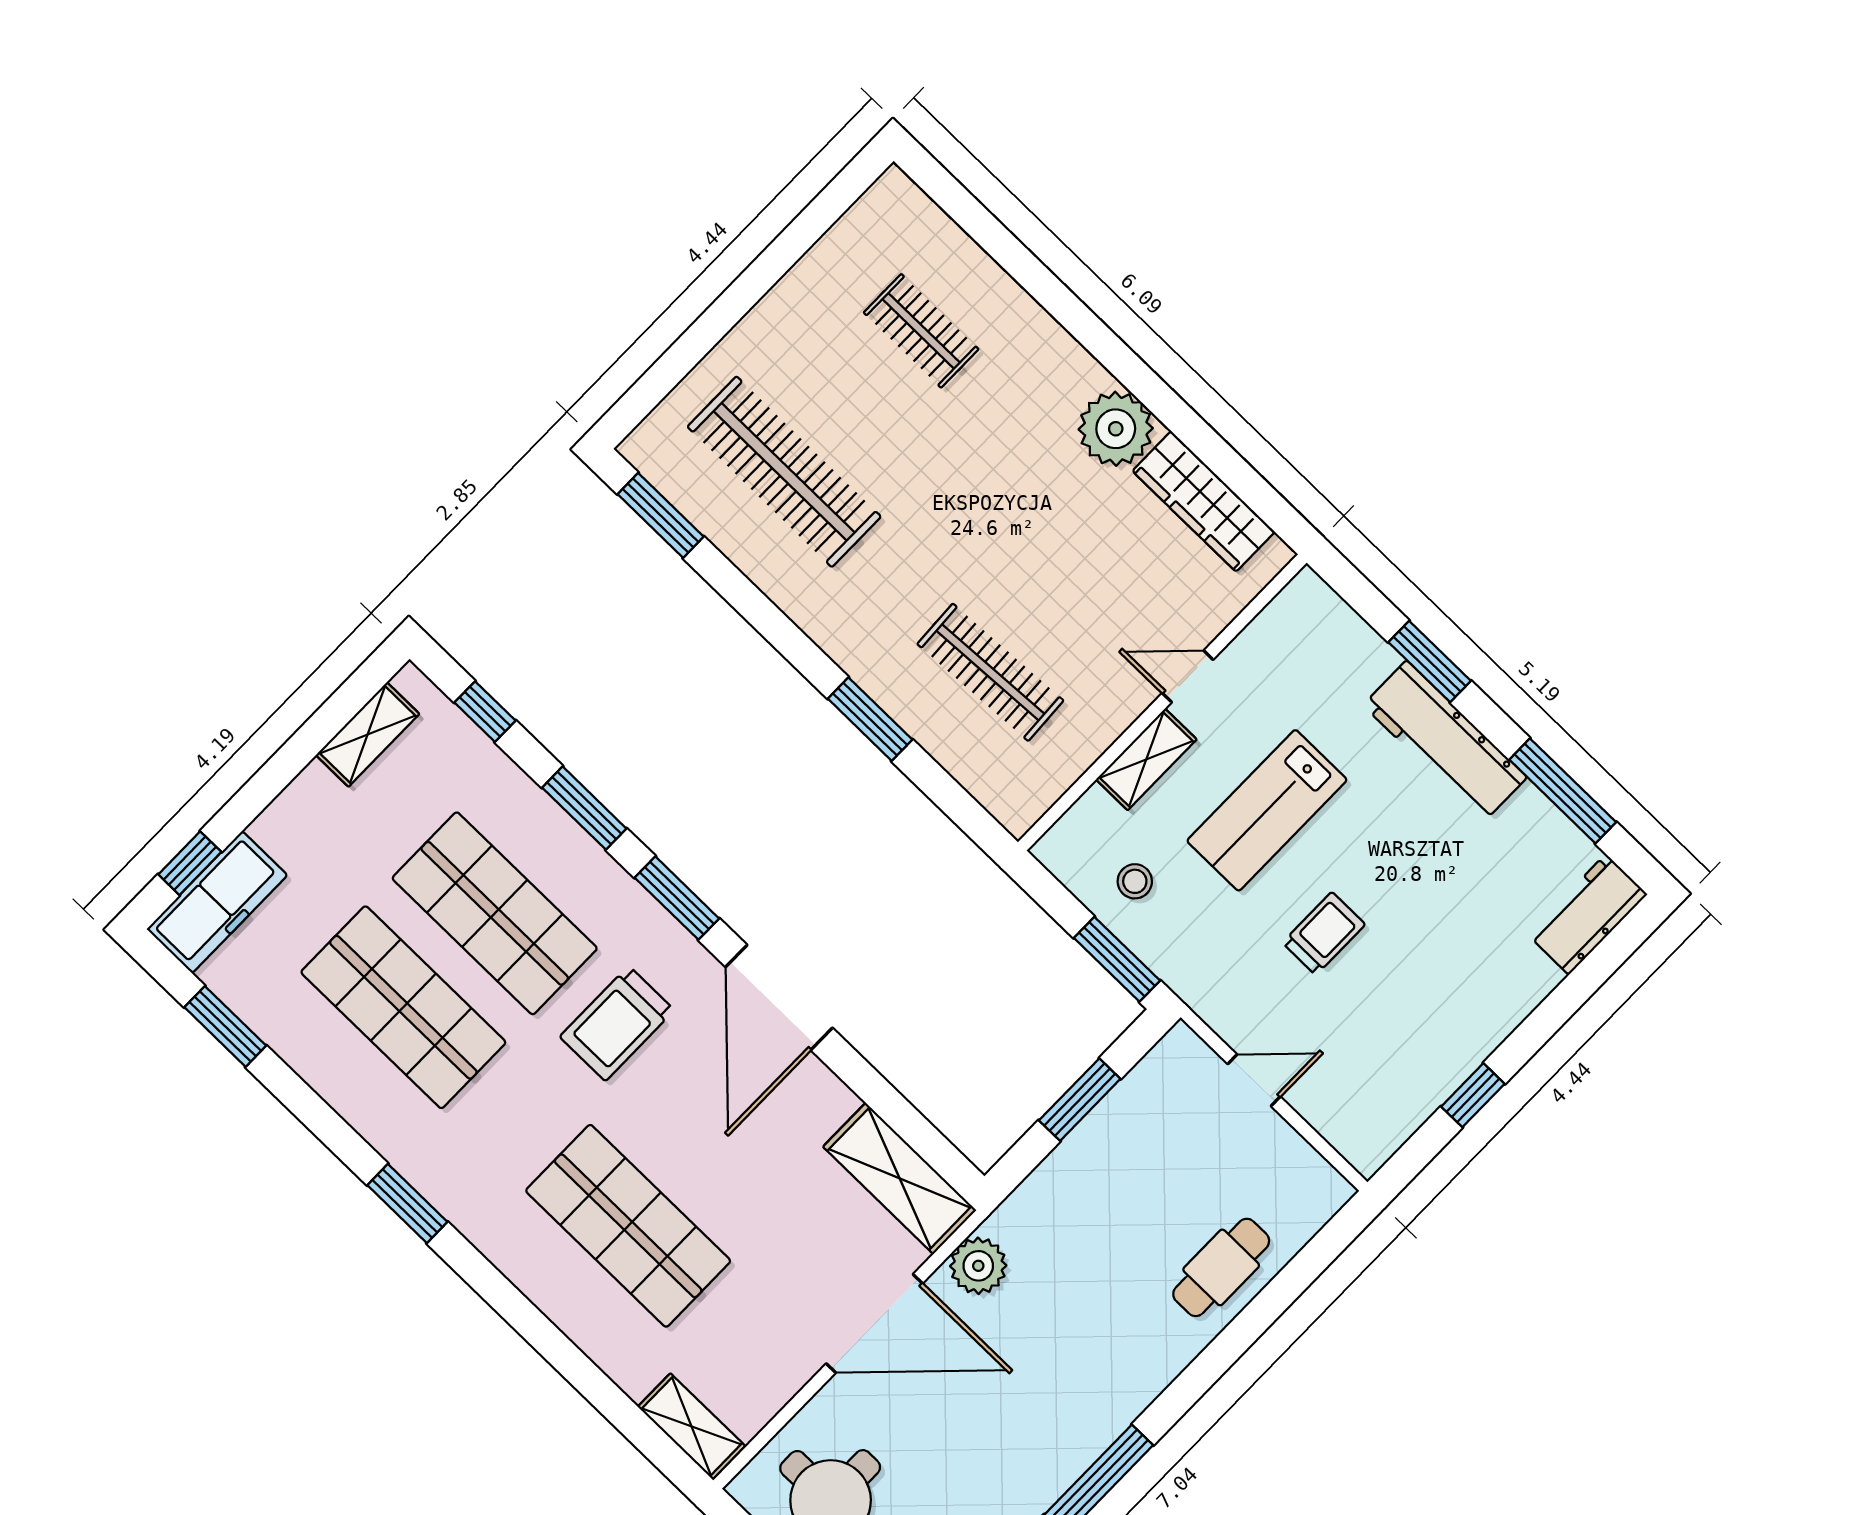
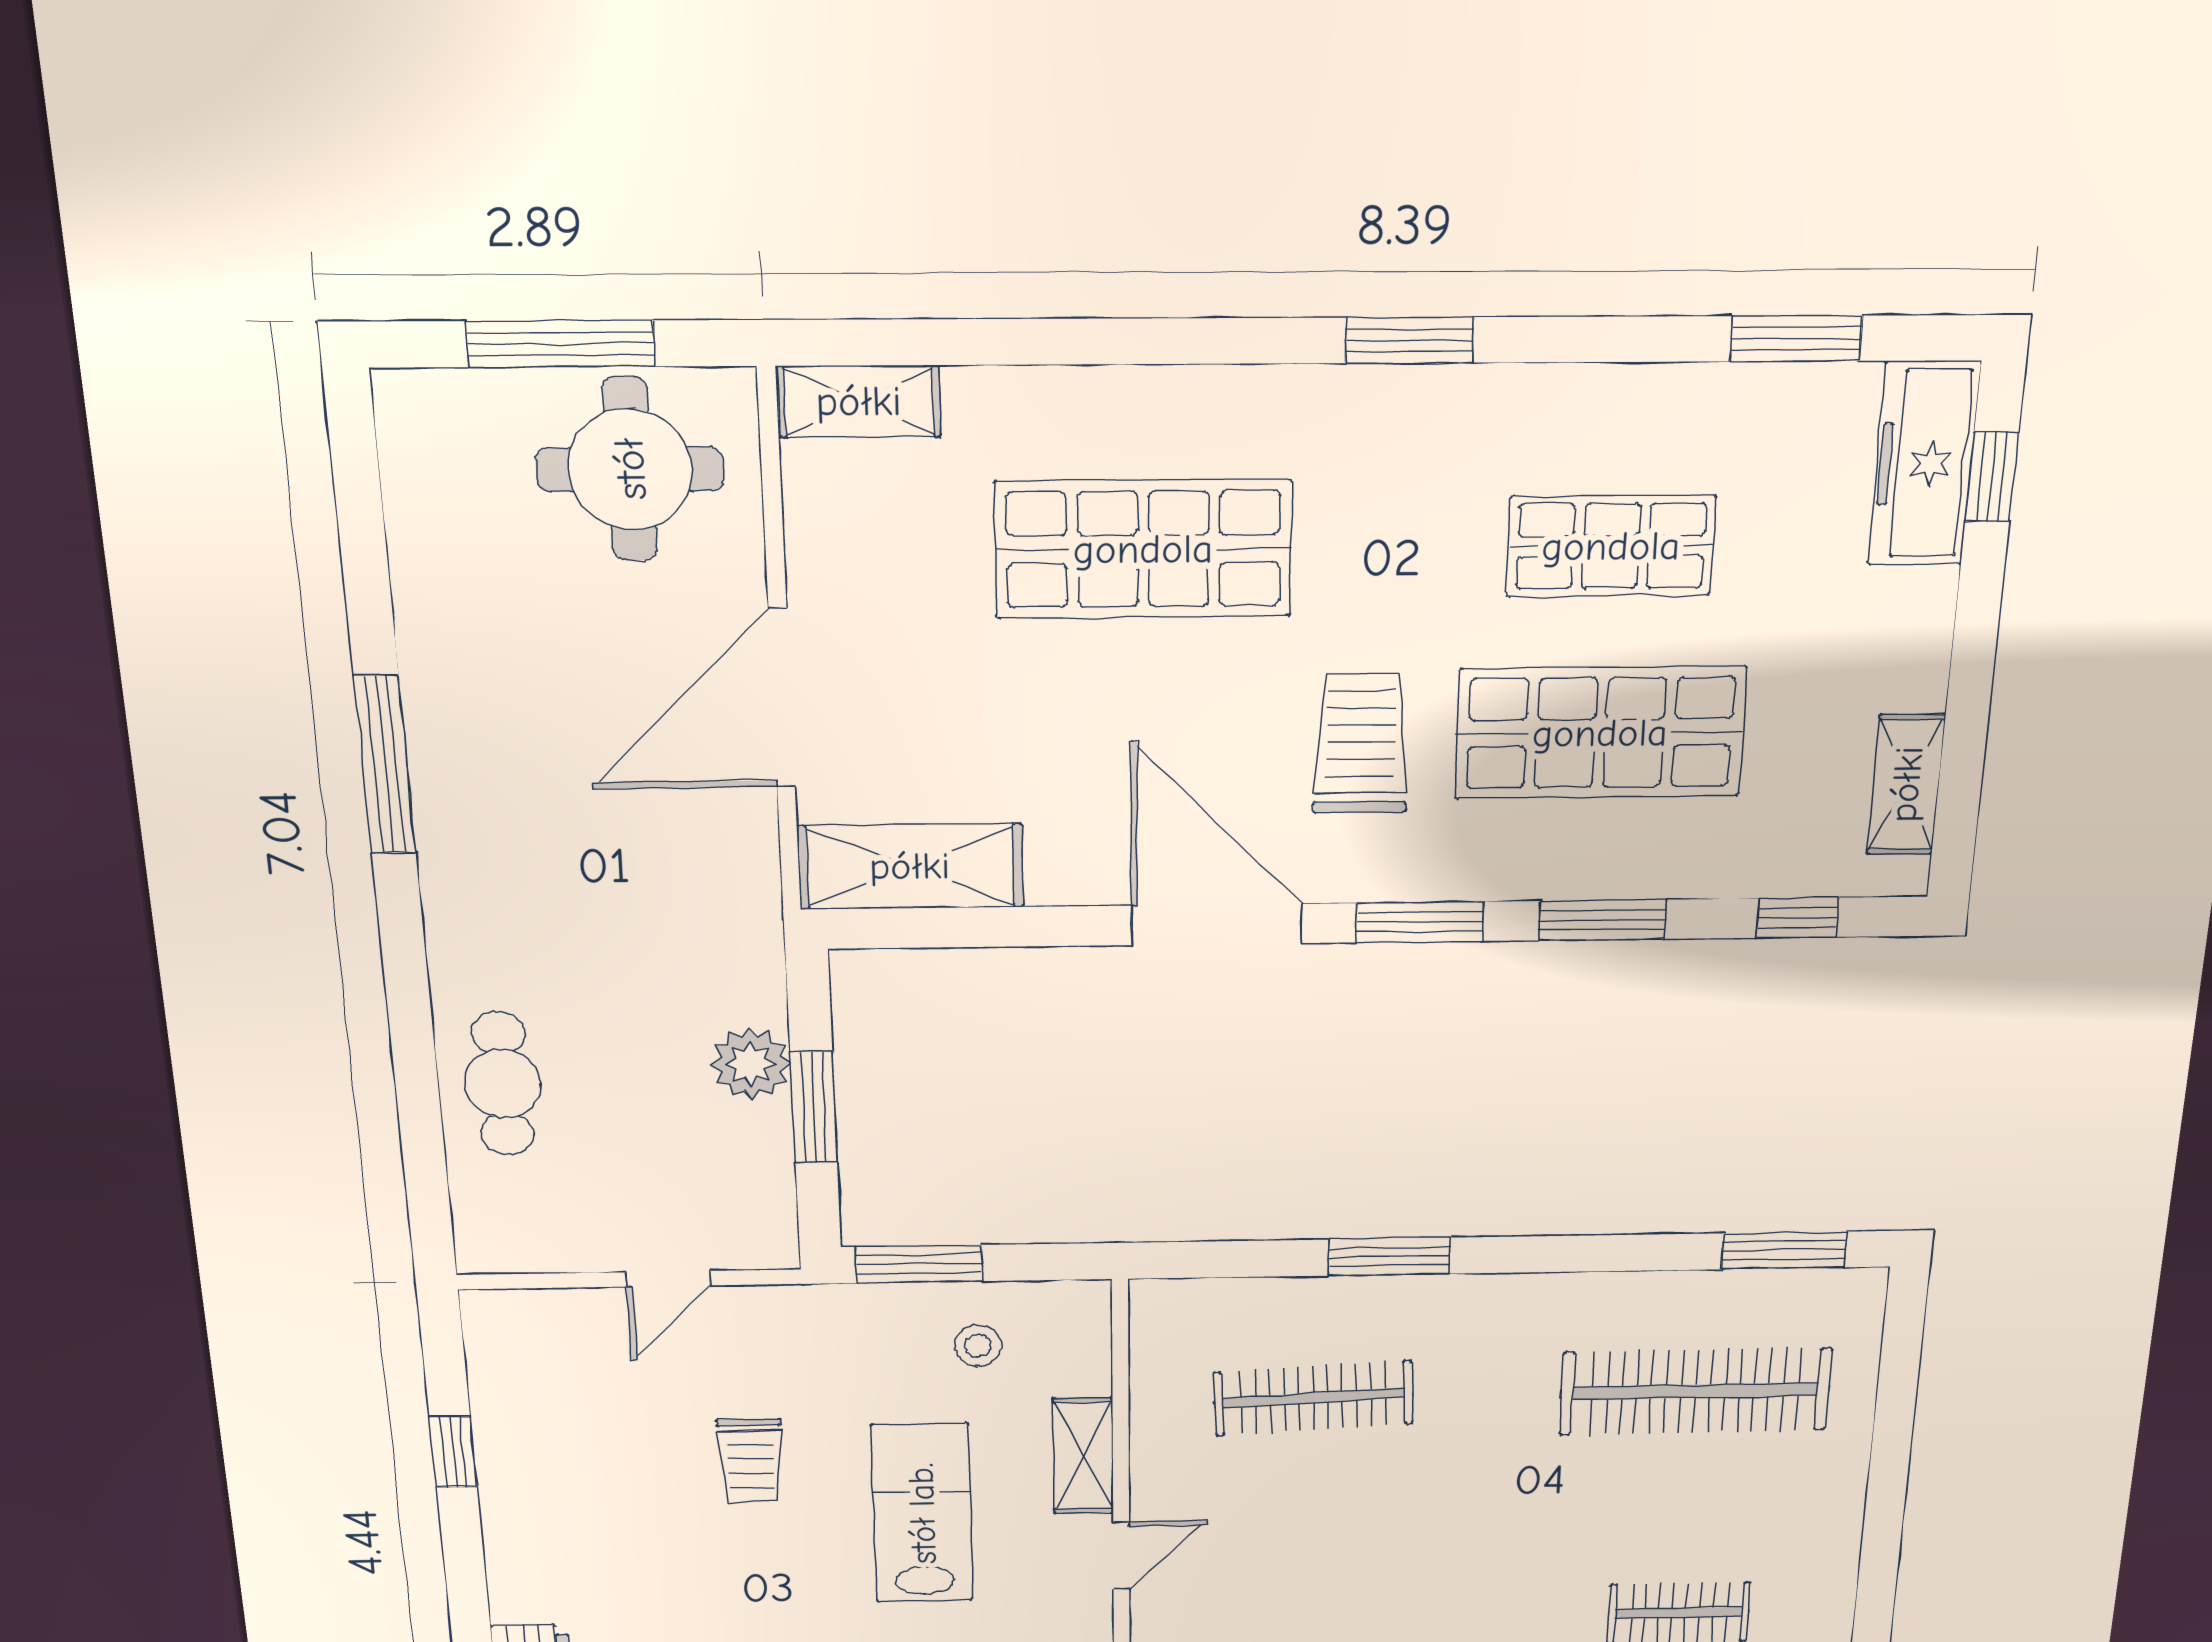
shop shelf: (403, 1007) -> (1611, 546), width x0.70, depth x0.74
plant: (978, 1266) -> (751, 1064), moved

